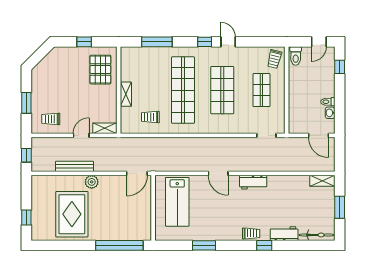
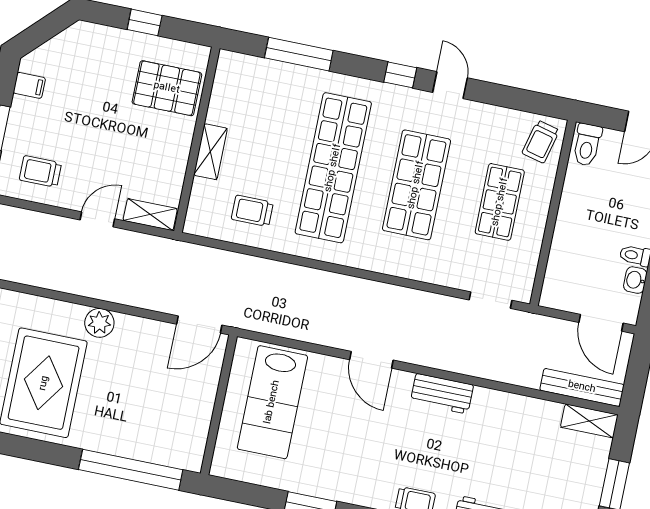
pallet: (100, 70) -> (167, 88), turned 90
filing cabinet: (38, 81) -> (29, 85), added
bench: (74, 166) -> (582, 387), moved

